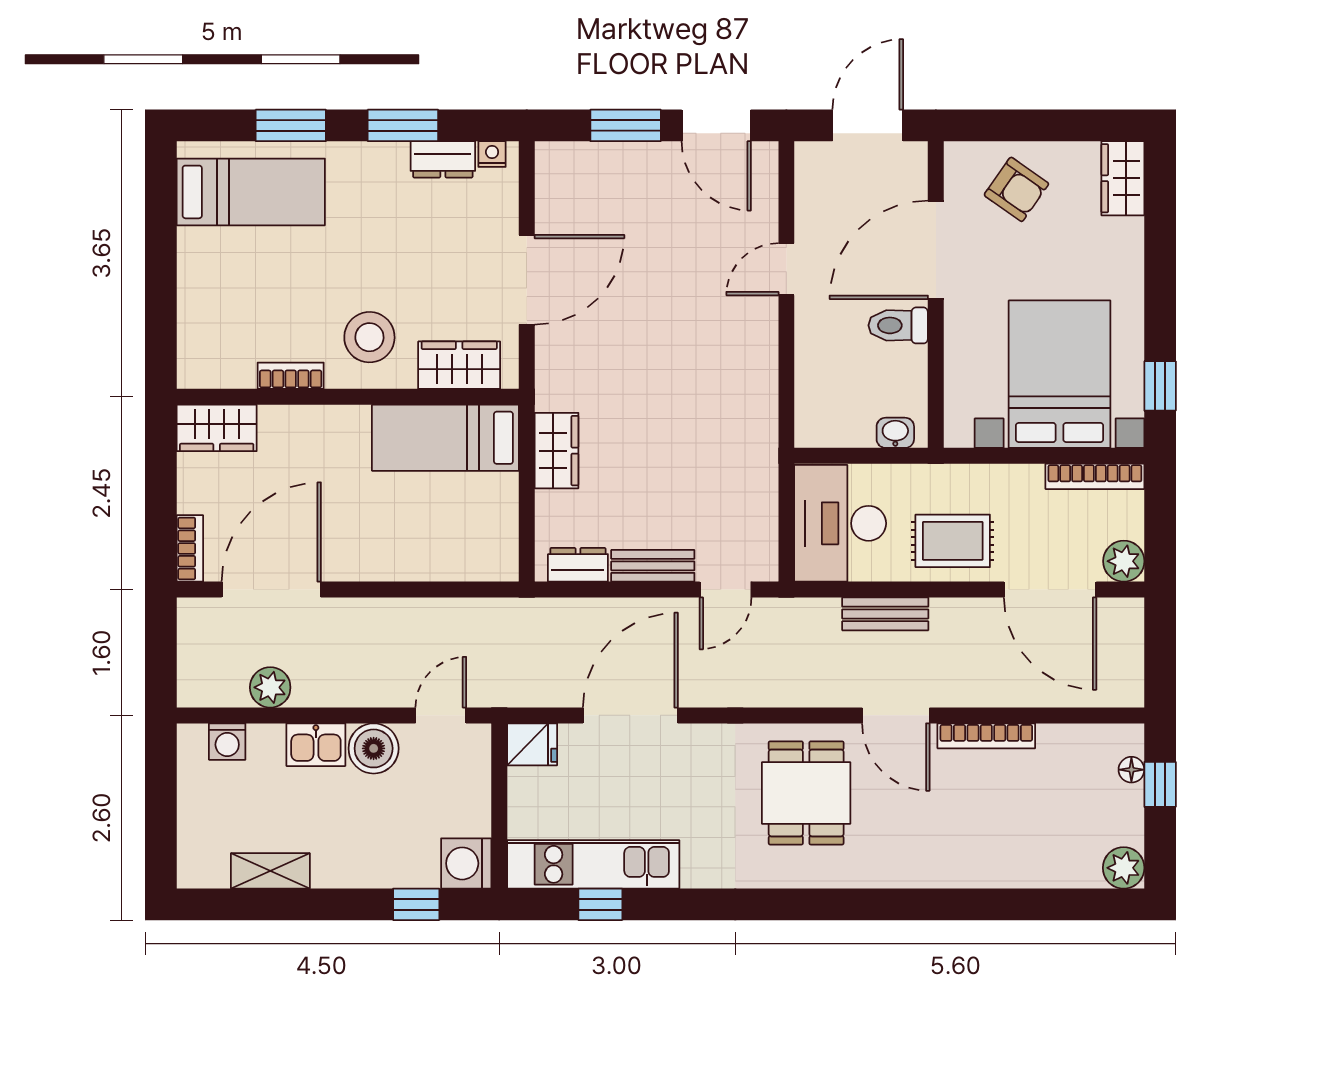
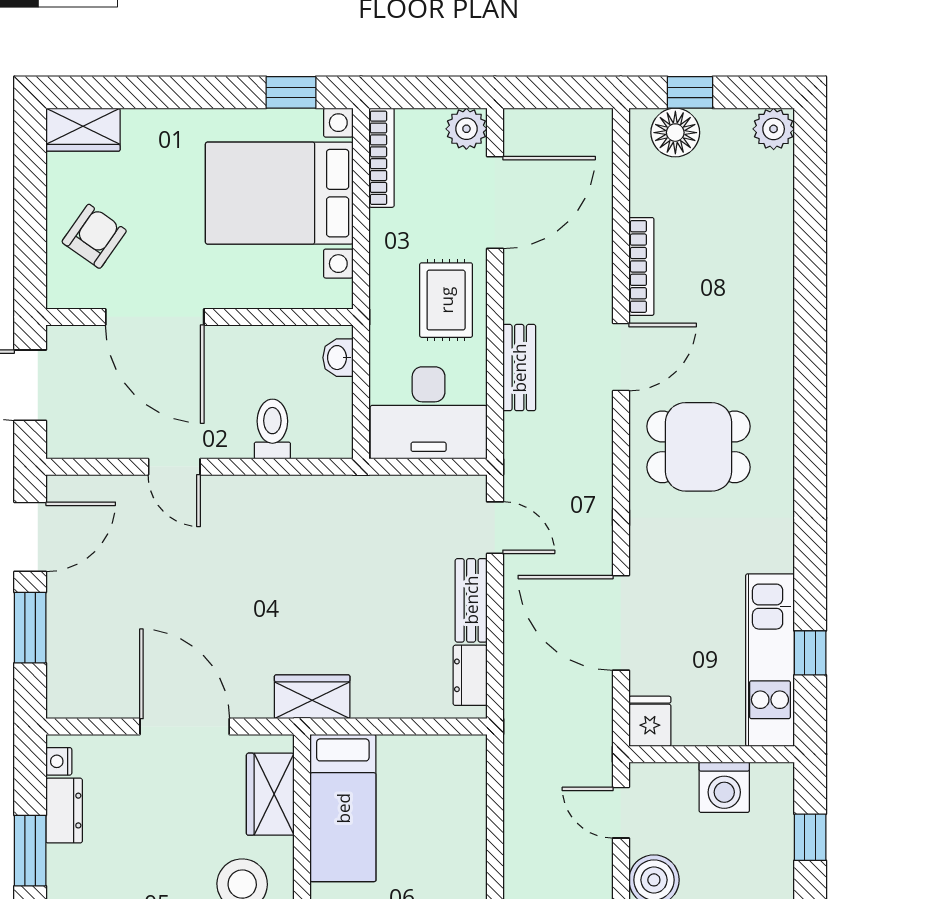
toilet: (898, 325) -> (272, 429), moved, turned 180
wardrobe: (556, 451) -> (312, 697), moved
floor lamp: (1131, 770) -> (675, 133), width x1.89, depth x1.89
washing machine: (466, 863) -> (724, 787), moved

